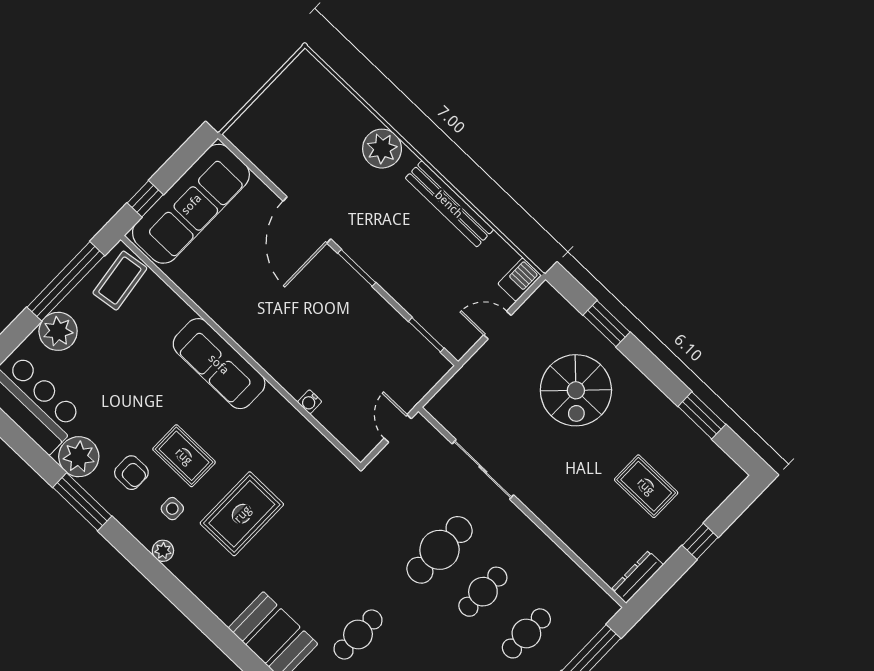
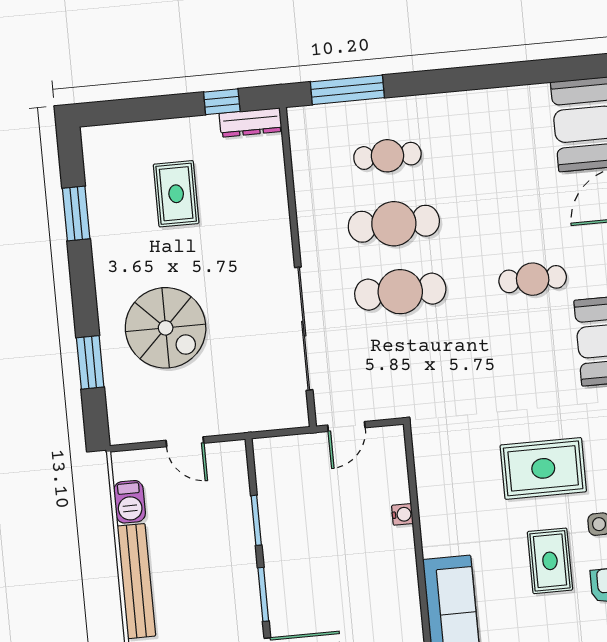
barbecue: (520, 280) -> (130, 502), moved, turned -90
window: (426, 335) -> (256, 520), moved
spiral stairs: (576, 390) -> (166, 328), turned 90
sliding door: (483, 469) -> (304, 329), width x1.36
window: (700, 541) -> (222, 102), moved
cafe table: (483, 592) -> (394, 224), width x1.37, depth x1.35

